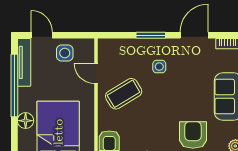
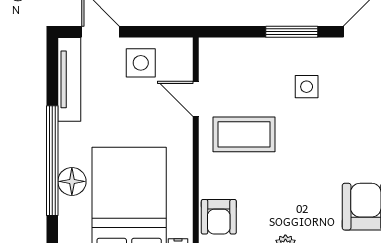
window: (14, 86) -> (52, 161), moved
coffee table: (124, 94) -> (244, 134), turned 31

